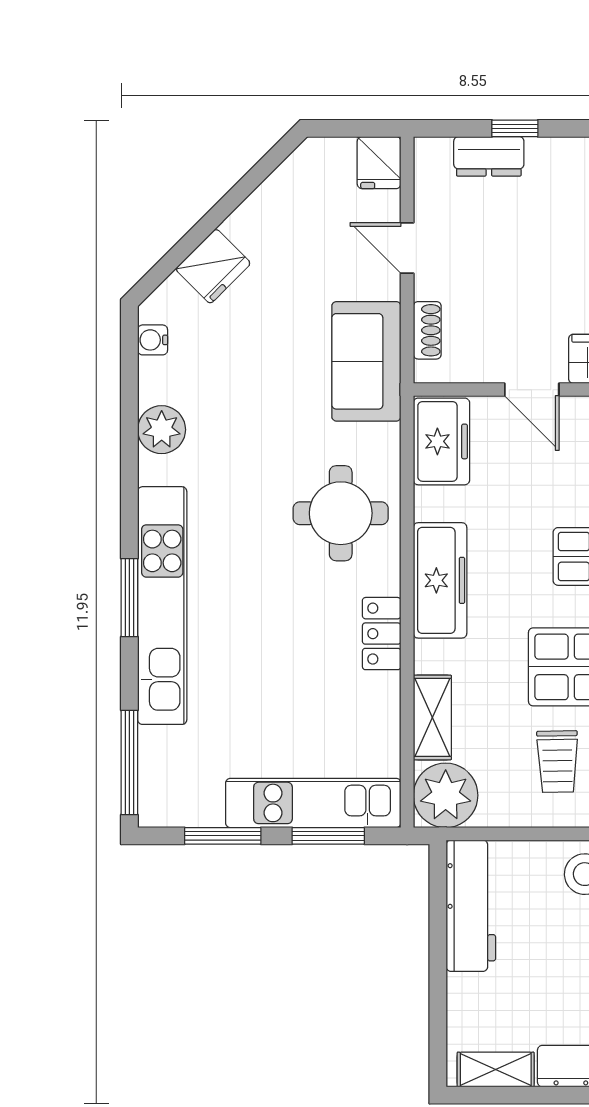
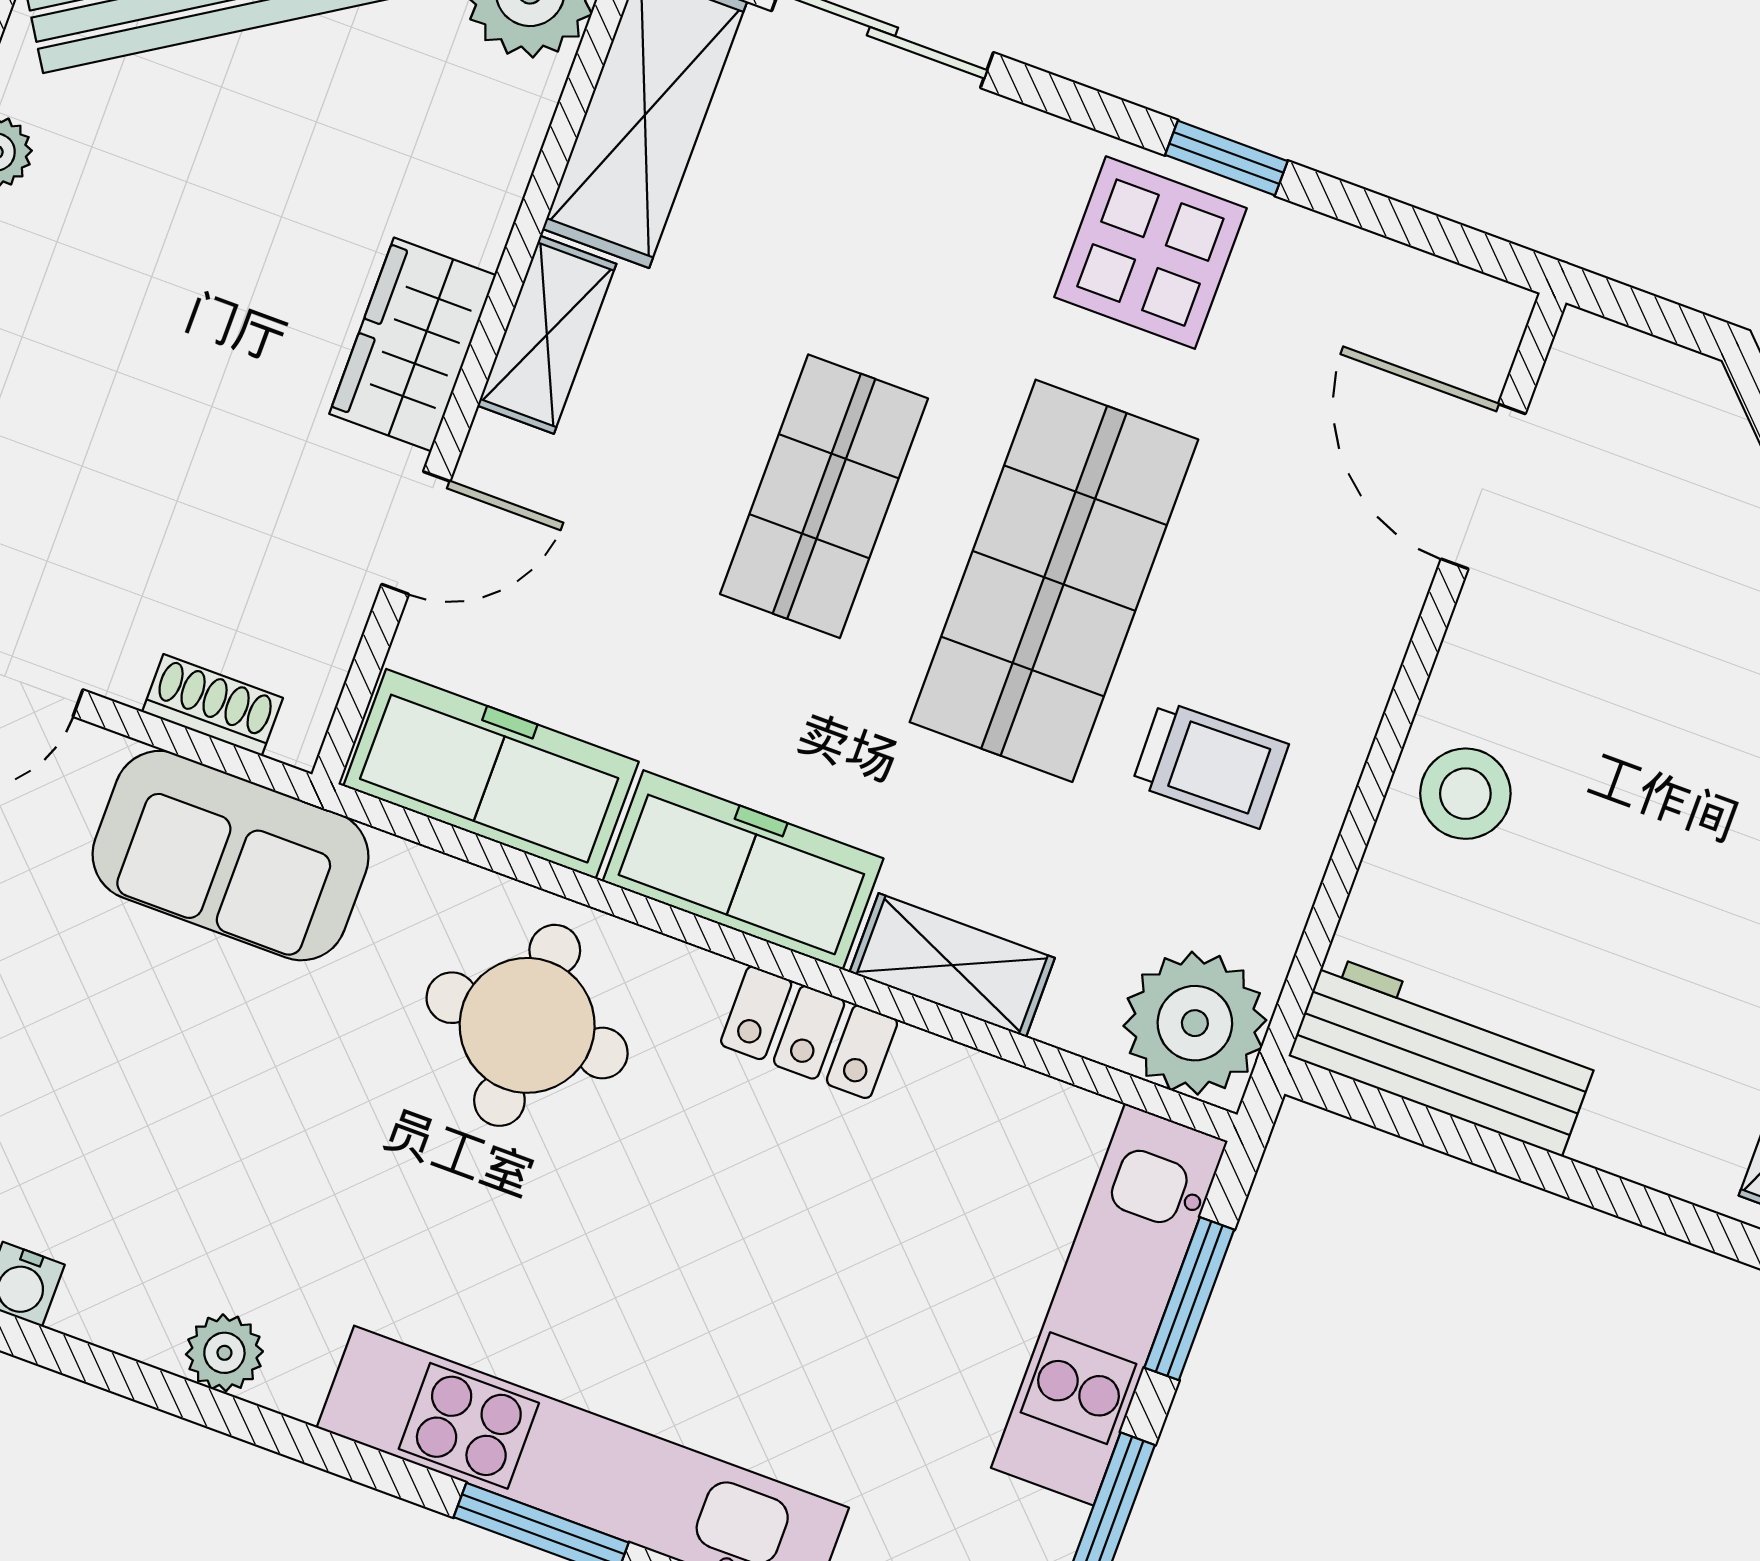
plant: (162, 430) -> (224, 1353), width x0.73, depth x0.73
freezer: (441, 441) -> (491, 774), width x1.40
shelving: (432, 717) -> (952, 965), moved

